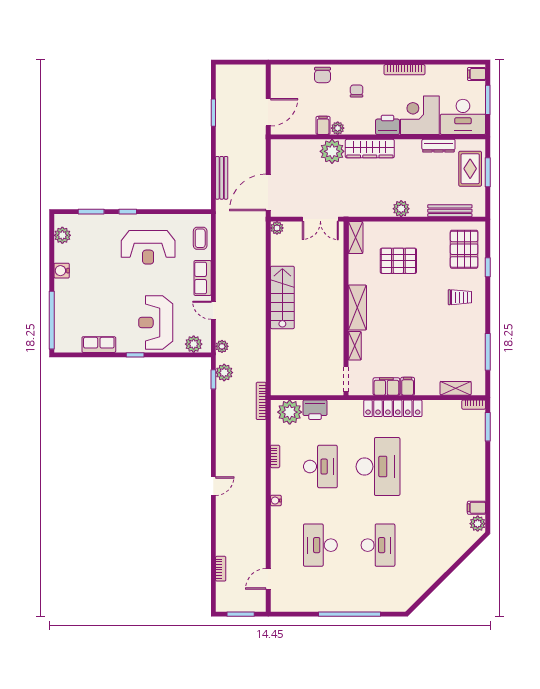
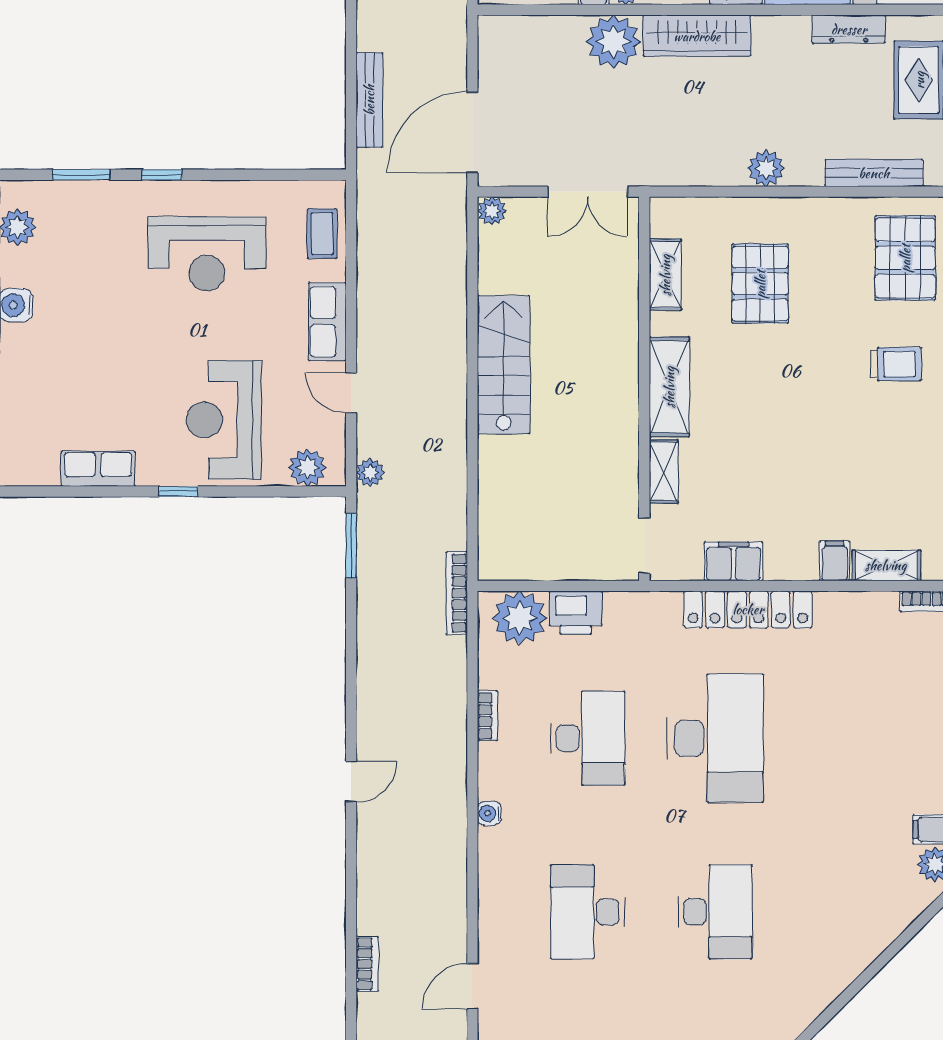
shelving: (356, 238) -> (665, 275), moved
pallet: (398, 261) -> (760, 284), turned 90
plant: (224, 373) -> (375, 530), removed
window: (213, 379) -> (351, 545), width x1.50
filing cabinet: (408, 386) -> (835, 561), moved

